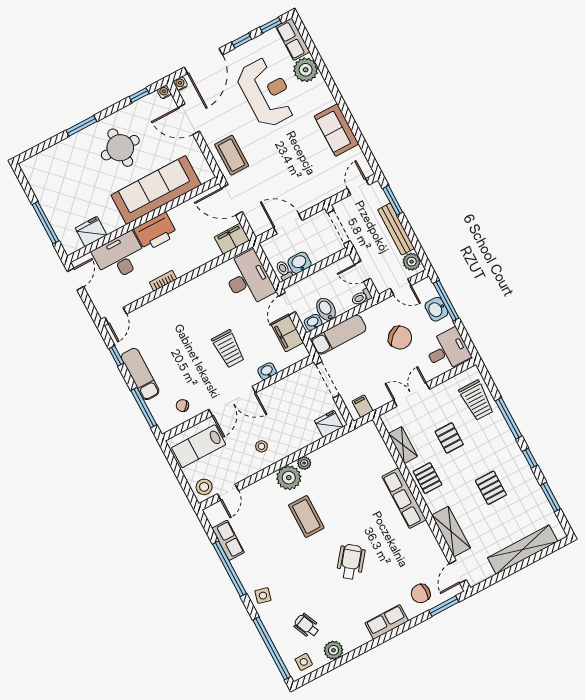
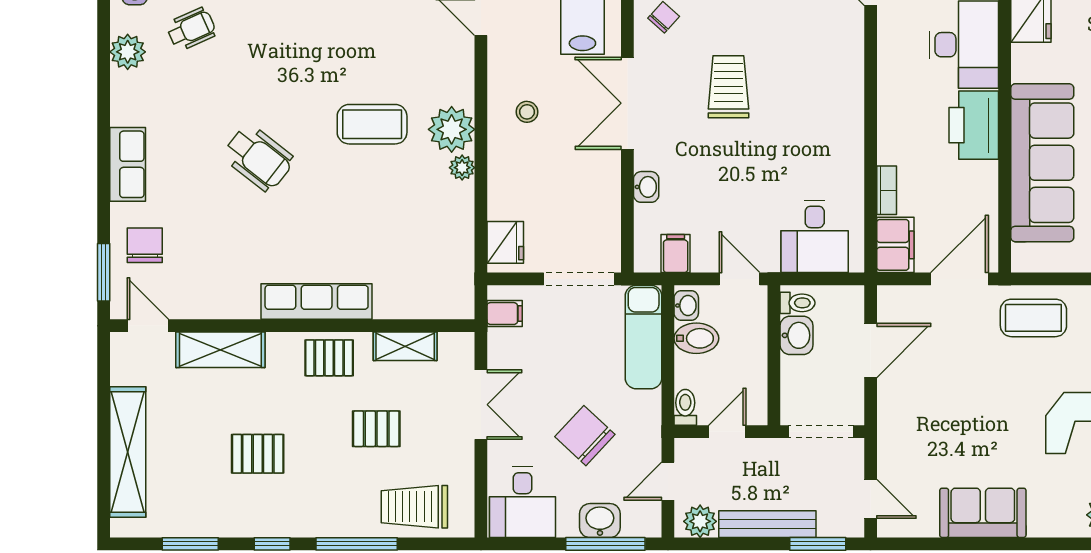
desk: (248, 279) -> (815, 236), width x0.73
bookcase: (163, 281) -> (887, 190), moved
filing cabinet: (288, 334) -> (676, 254), width x0.50
chair: (400, 338) -> (585, 436), turned 82
trolley: (228, 349) -> (728, 87), moved, turned 90

